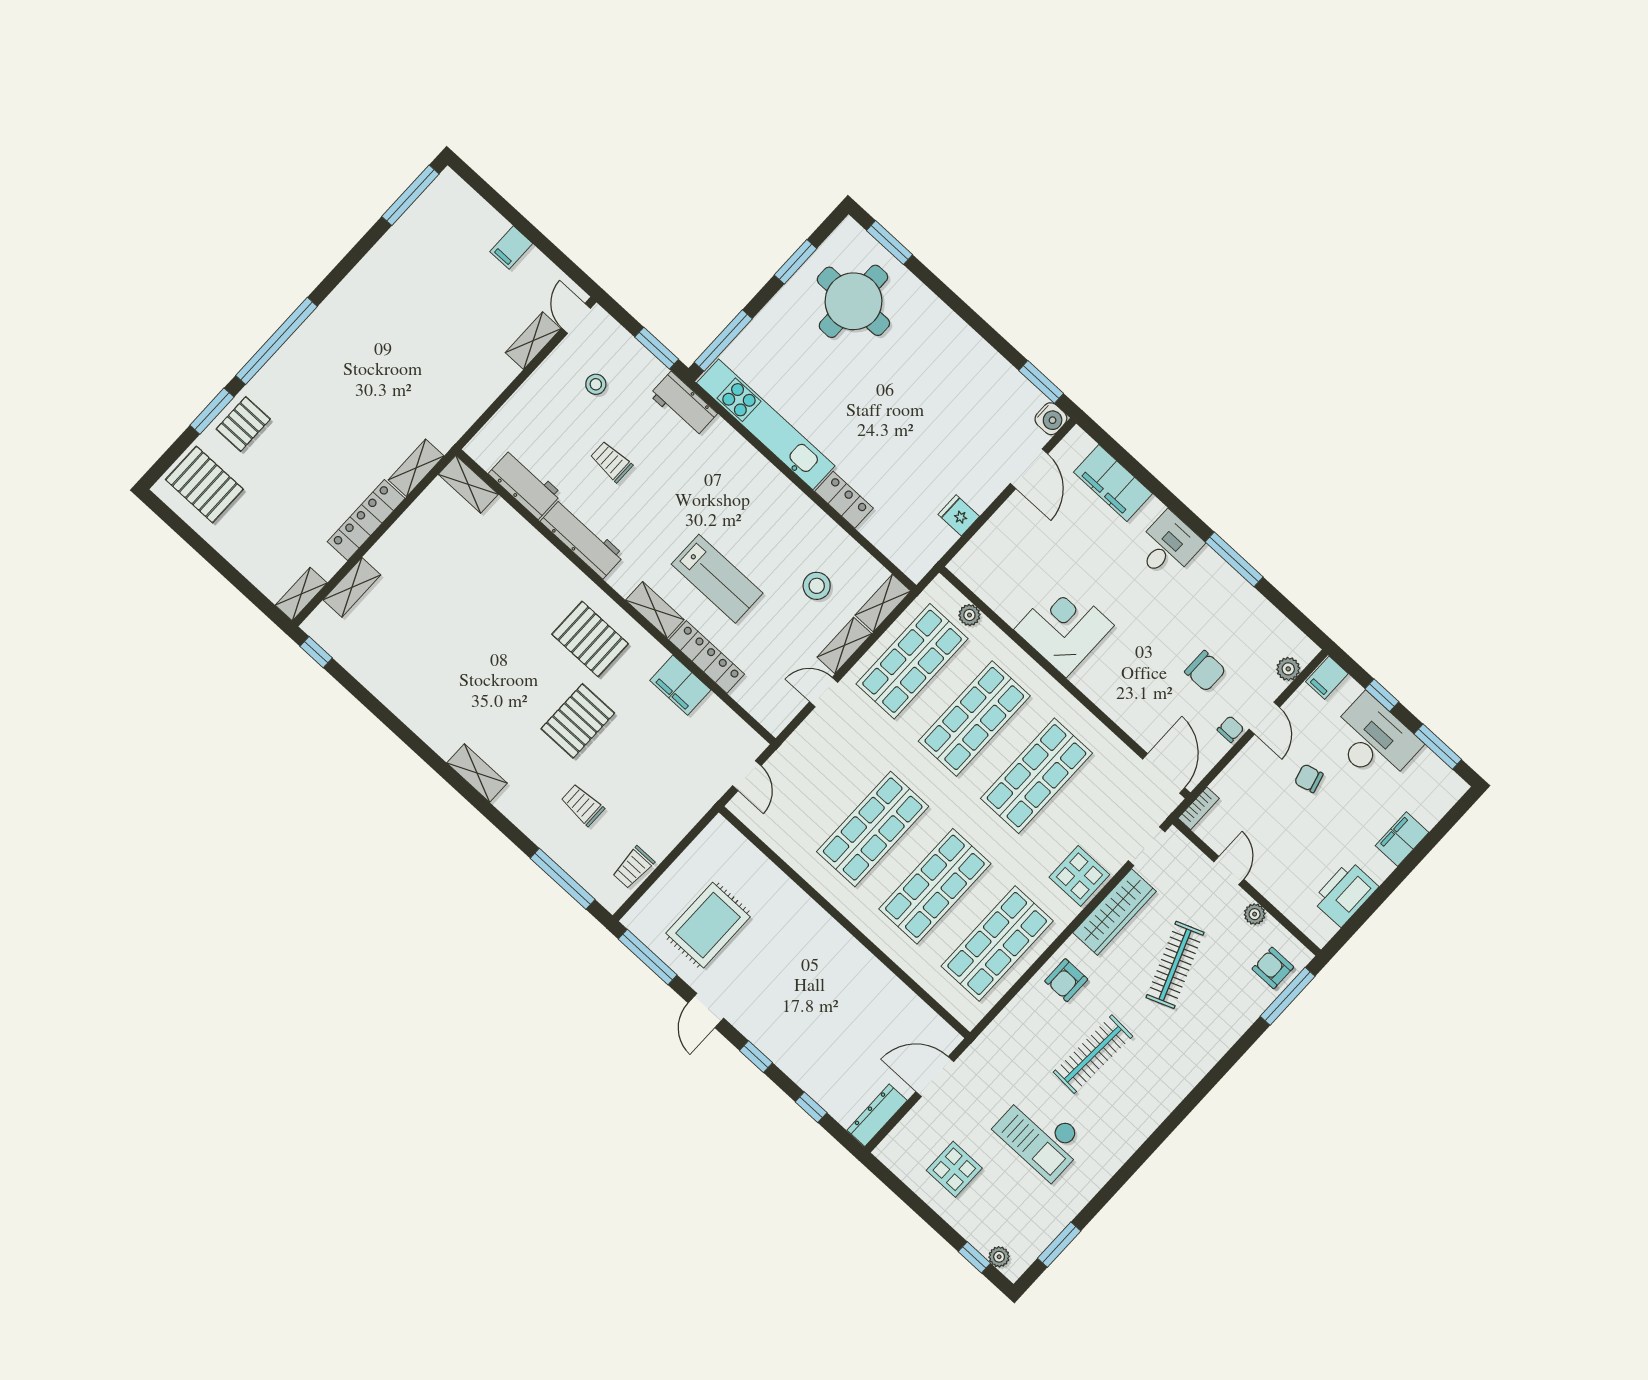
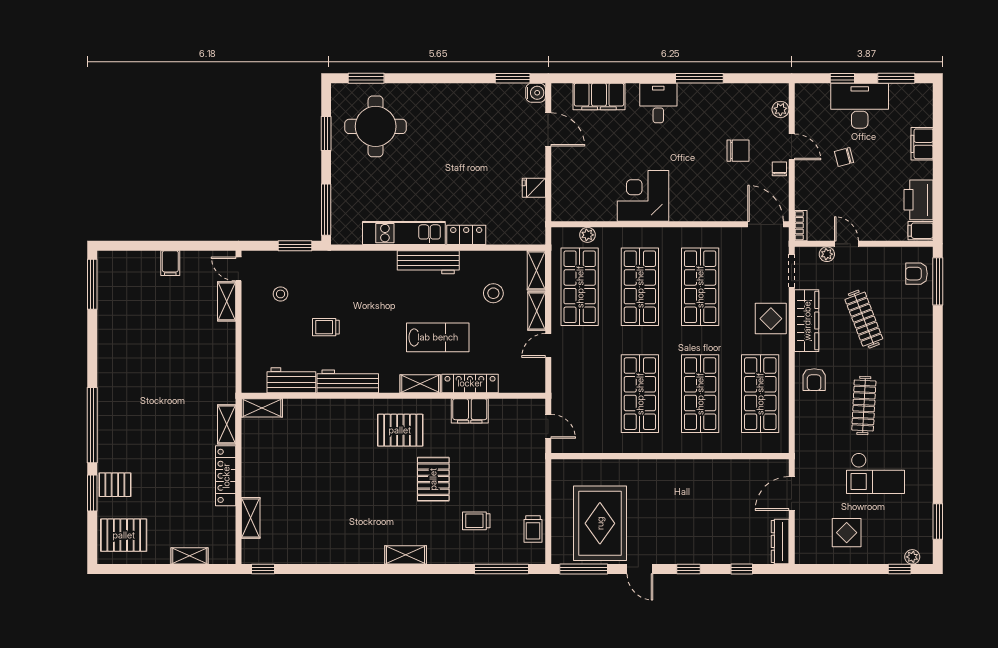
workbench: (683, 404) -> (428, 262), moved, width x1.38
pallet: (243, 424) -> (115, 485), turned 90
kitchen unit: (766, 424) -> (404, 233), width x0.73
shelving: (301, 594) -> (189, 556), moved, turned 90
filing cabinet: (1327, 678) -> (921, 231), moved, turned 90
plant: (1255, 914) -> (827, 254), moved
rug: (708, 925) -> (600, 523), width x1.37, depth x1.44

